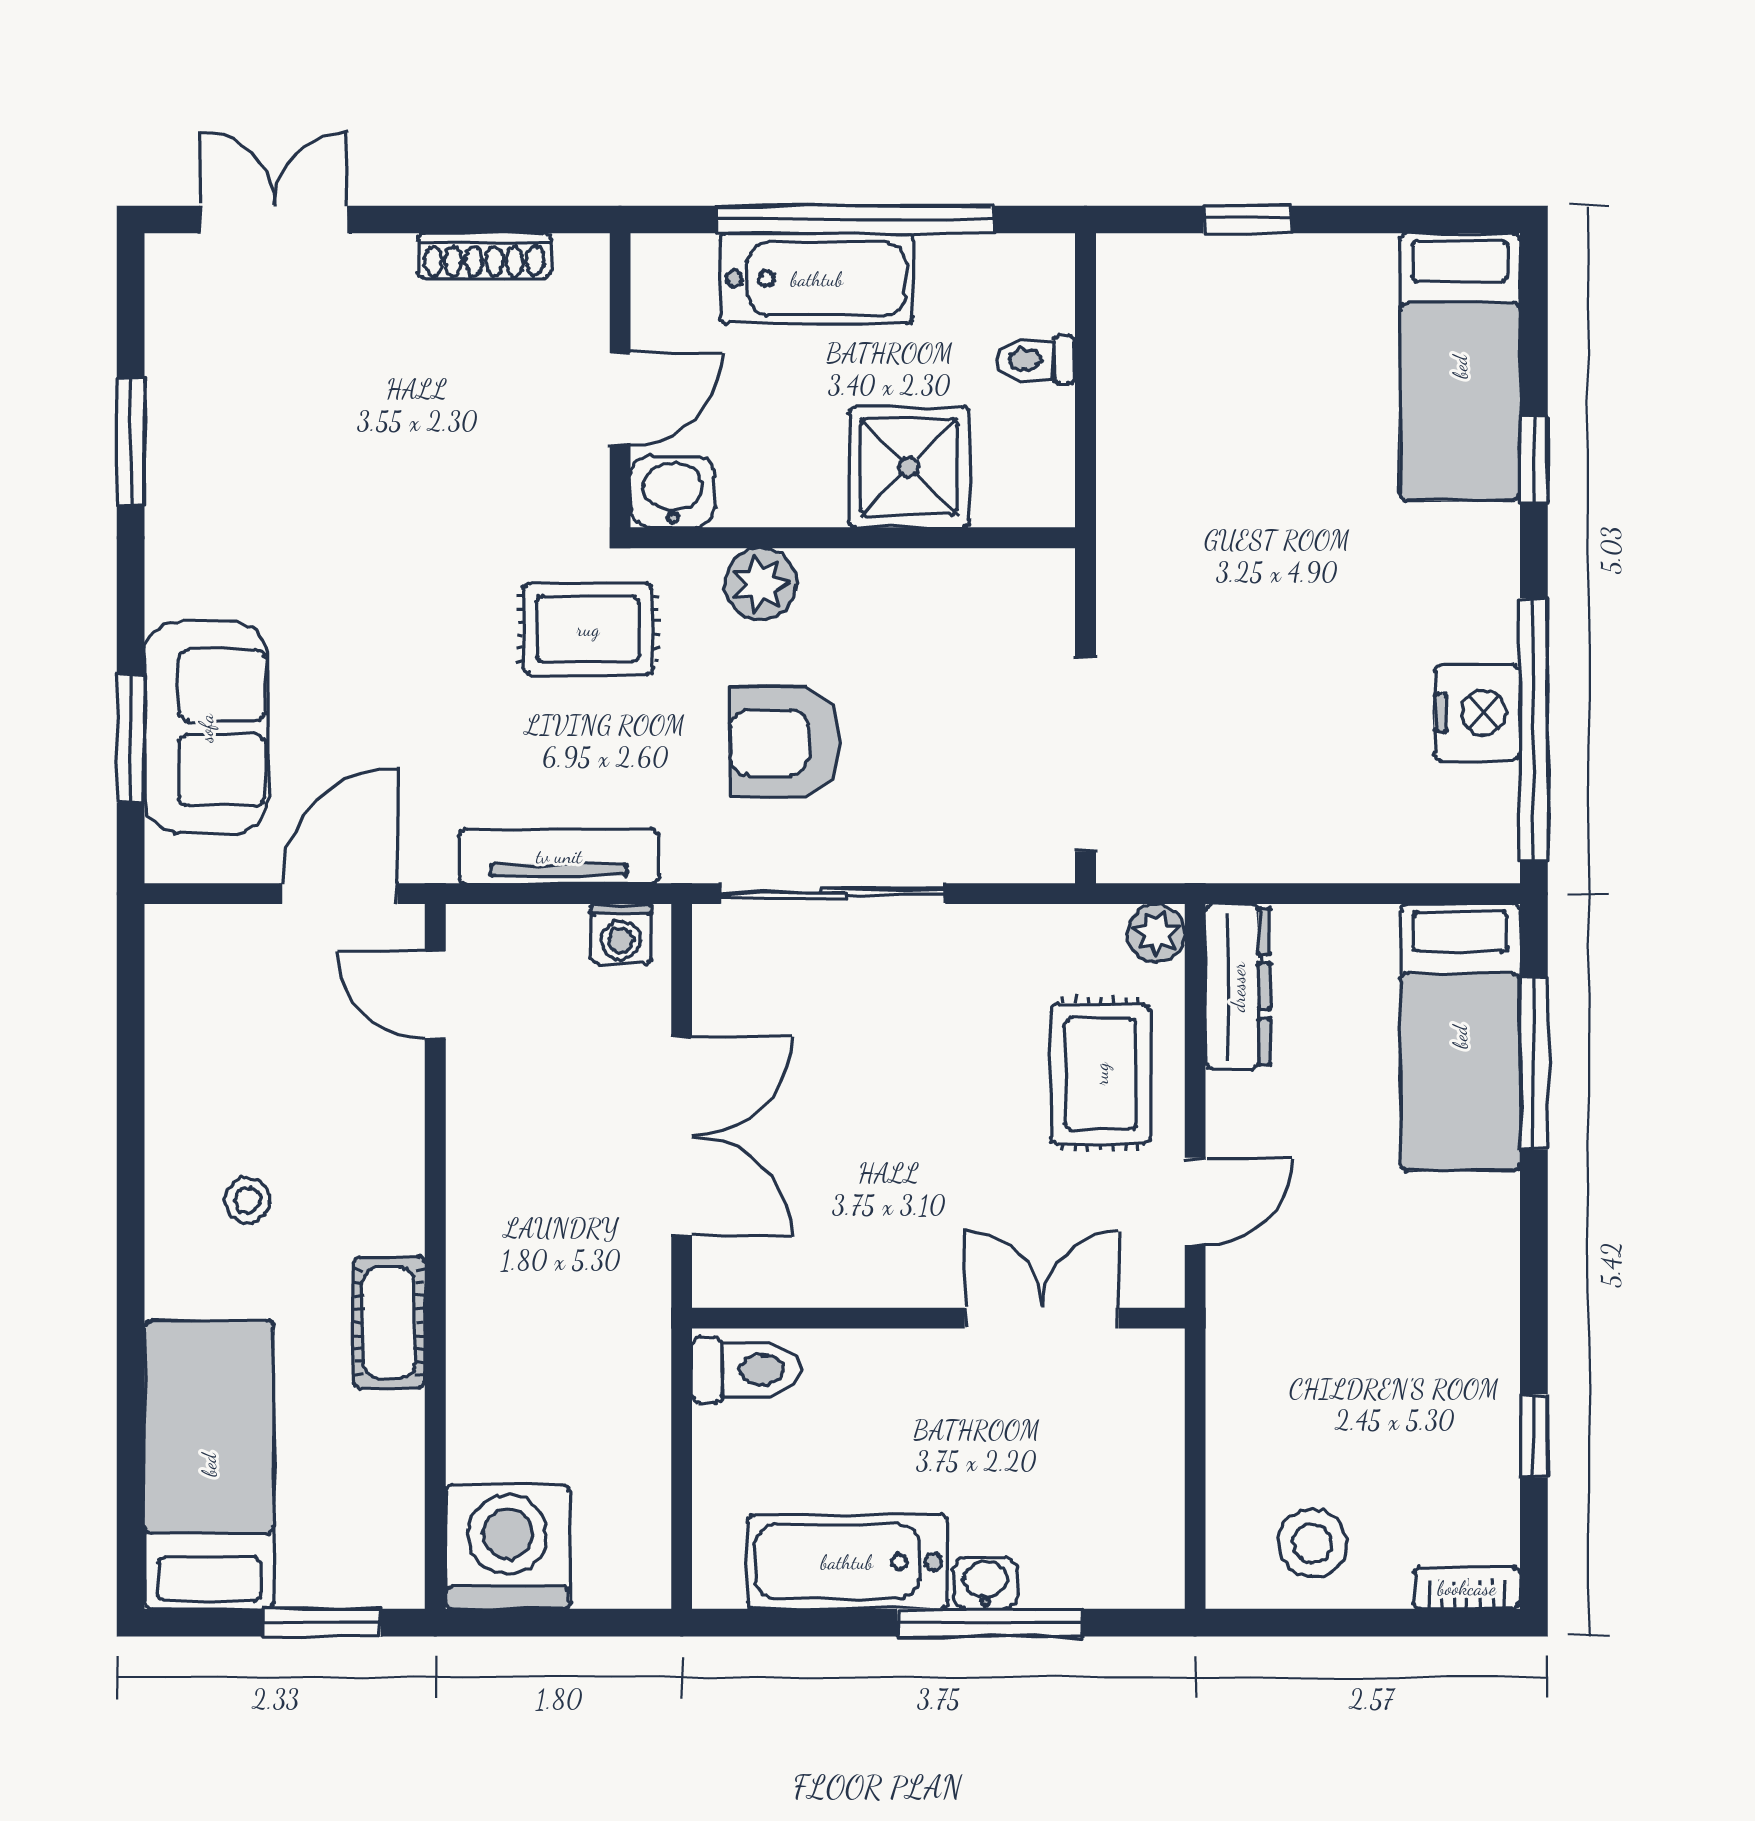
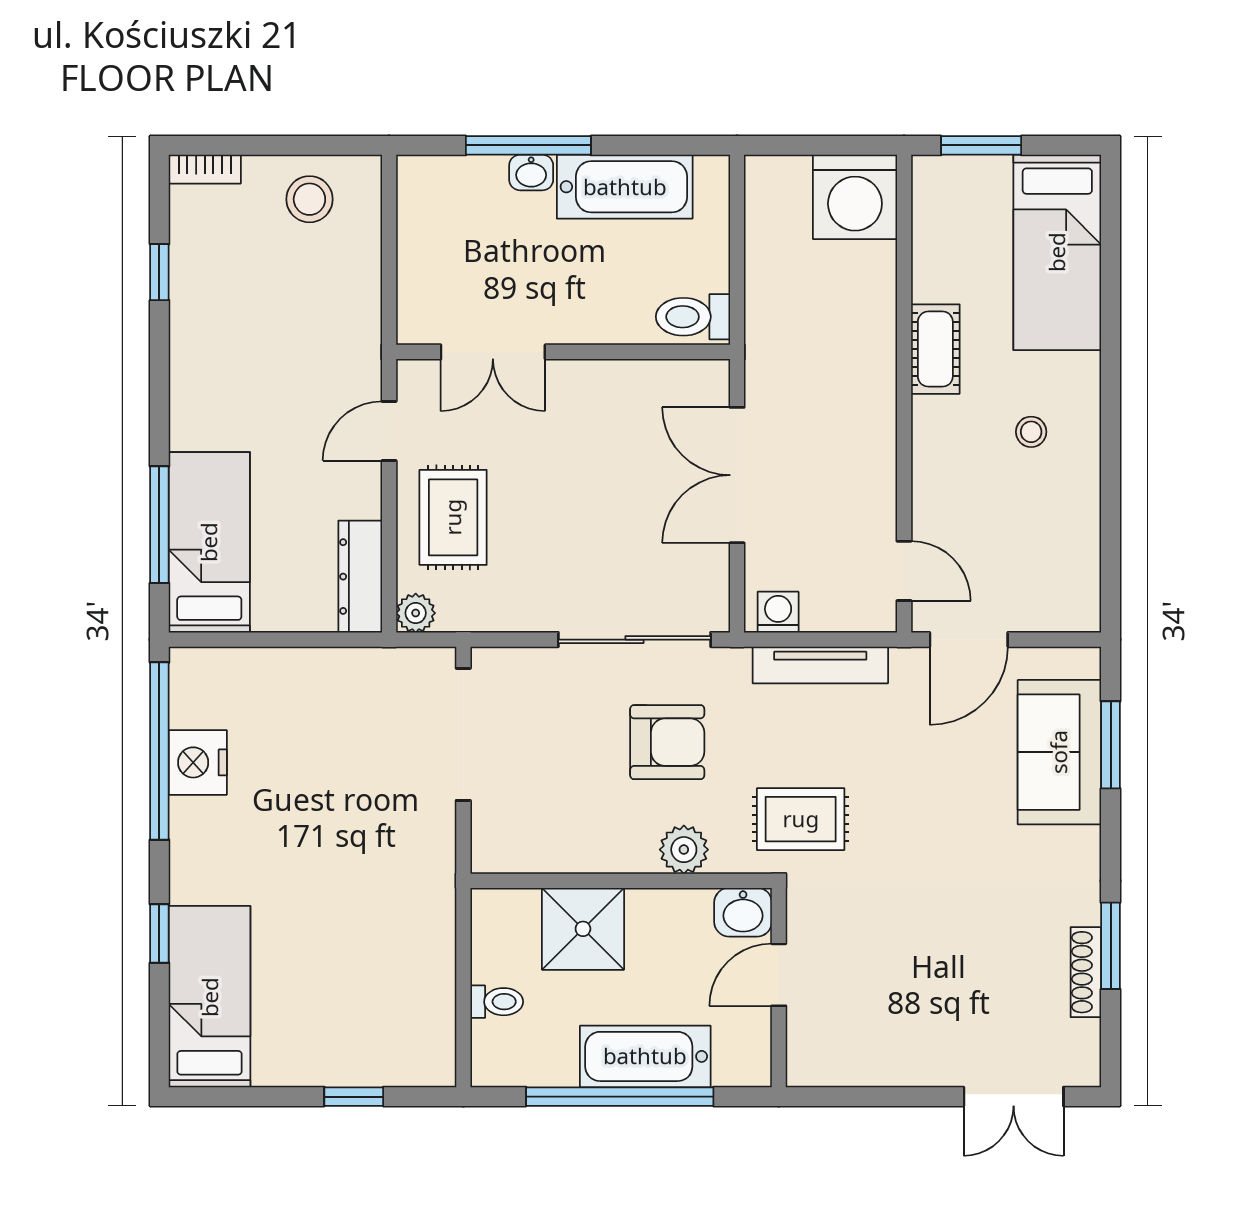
shoe rack: (484, 256) -> (1086, 972), moved, turned -90

